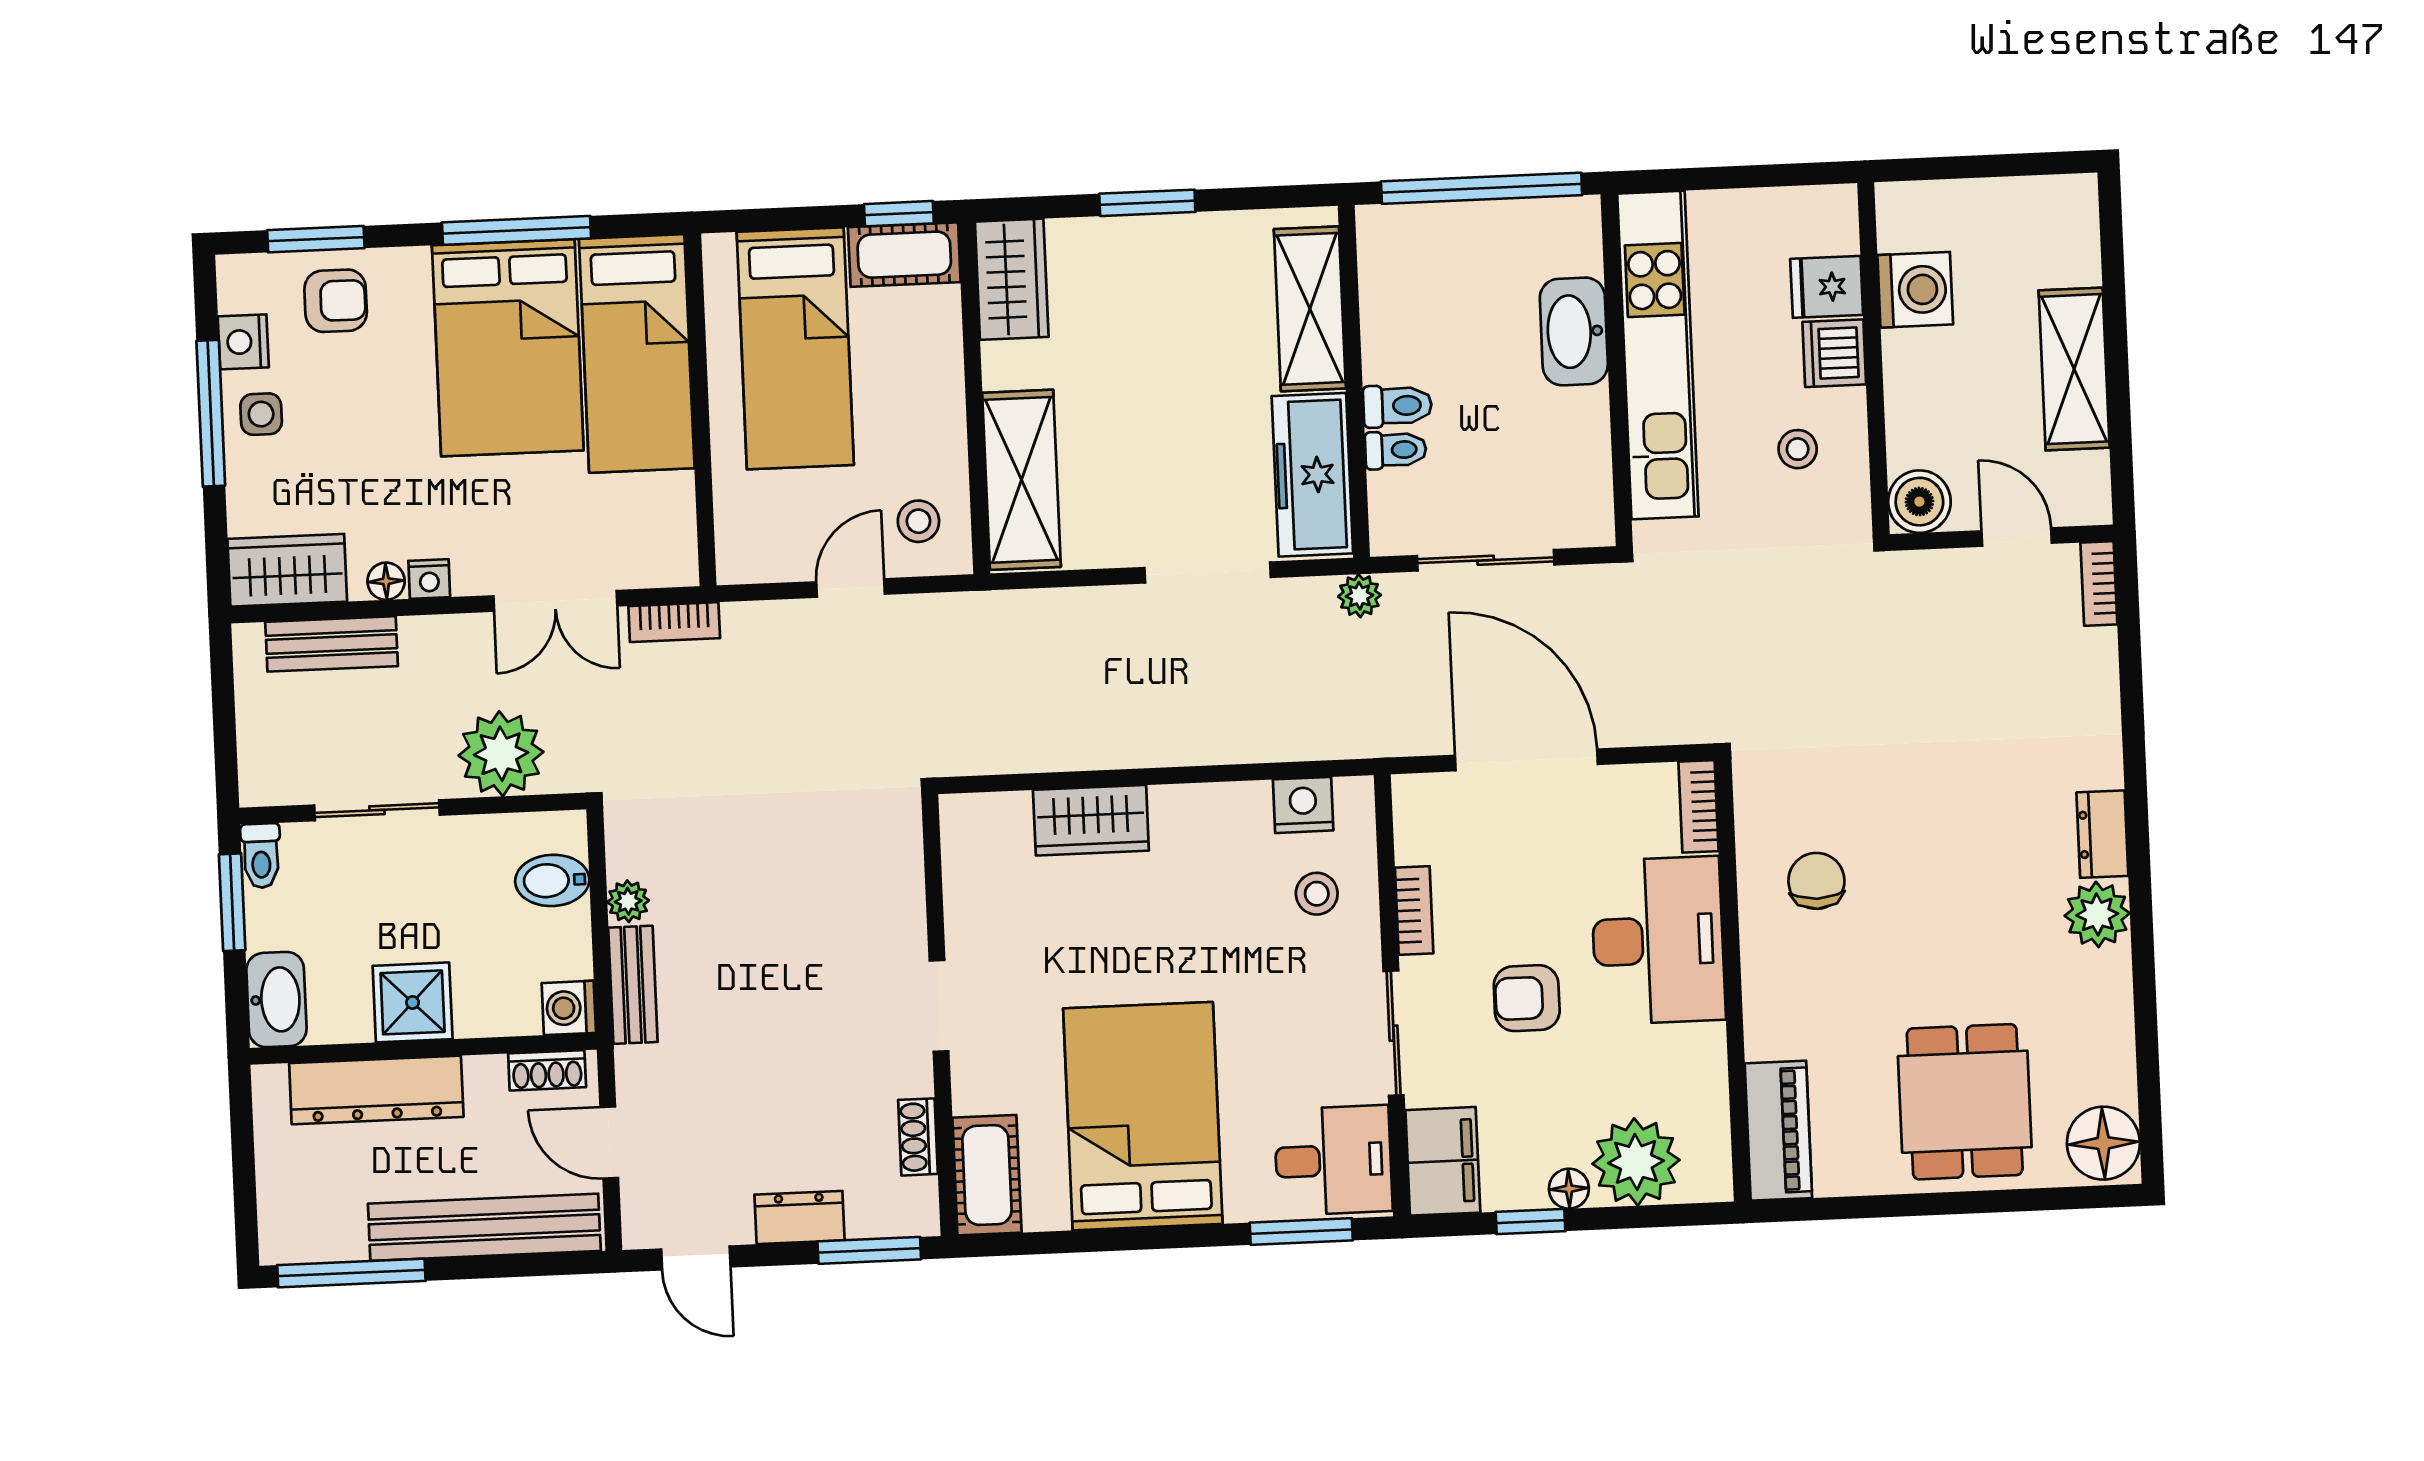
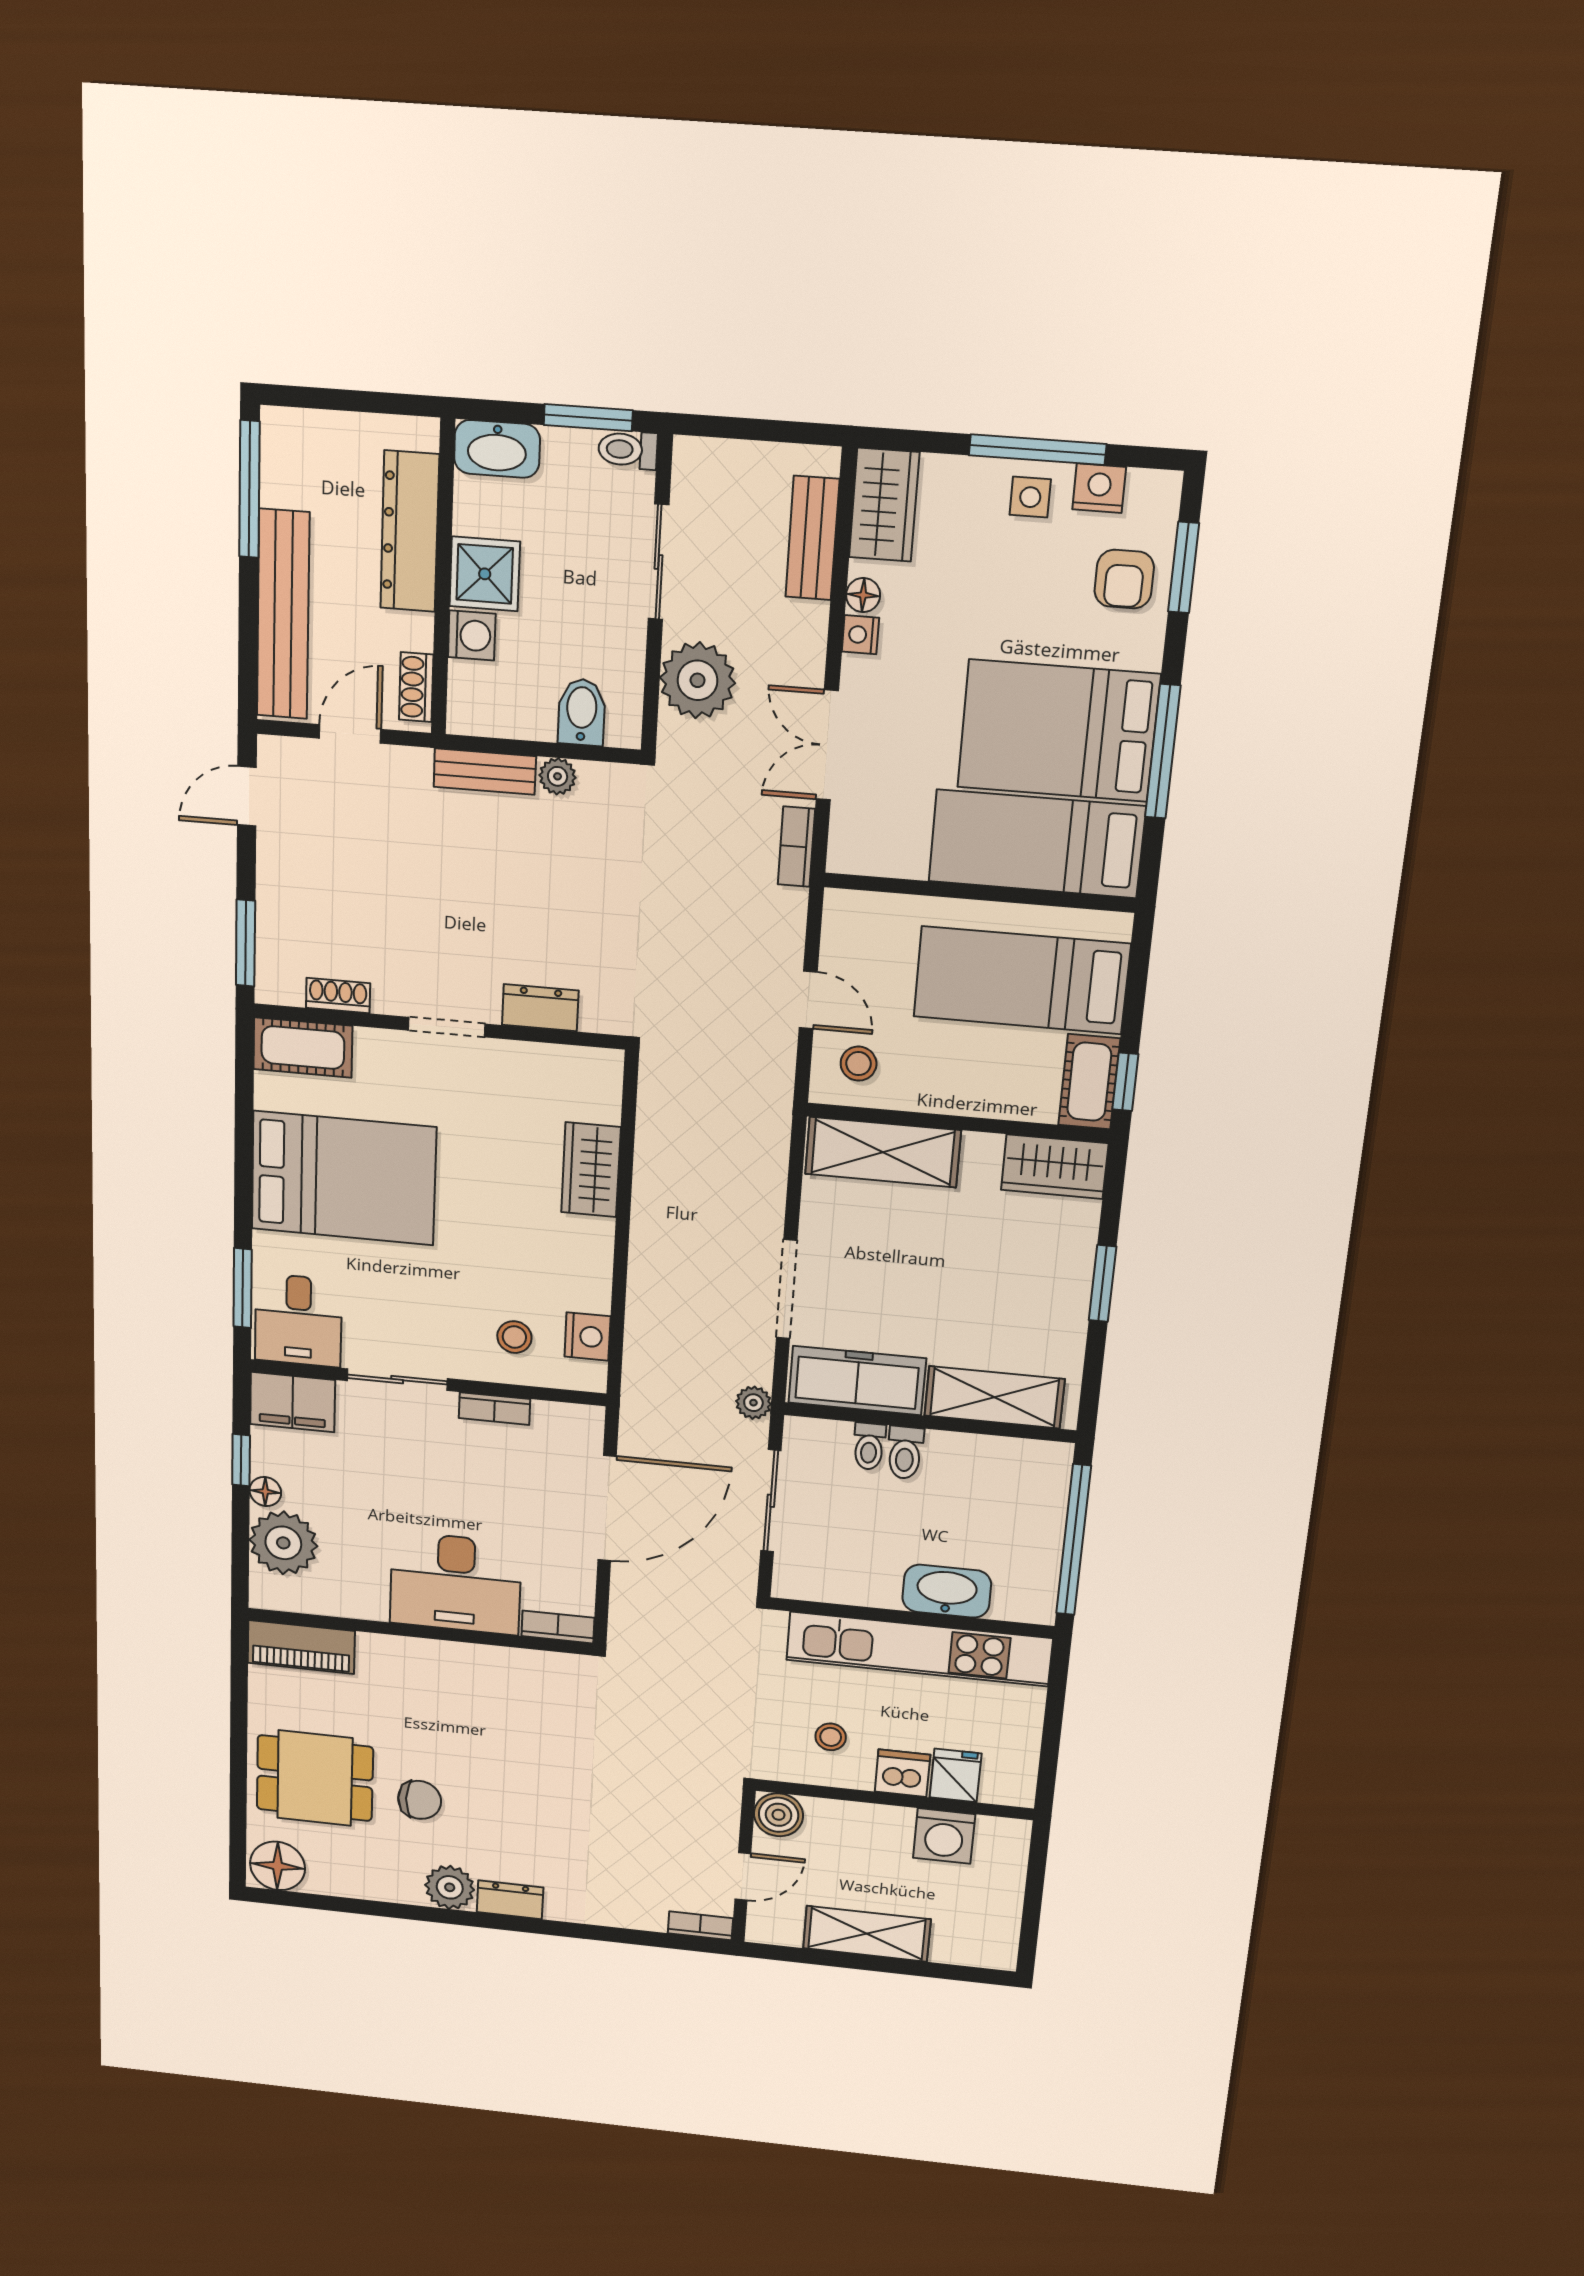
chair: (1816, 881) -> (420, 1800), moved
armchair: (1527, 998) -> (418, 1482), removed
washing machine: (569, 1008) -> (472, 635), moved, turned 90
dresser: (800, 1217) -> (540, 1008), moved, turned -90

